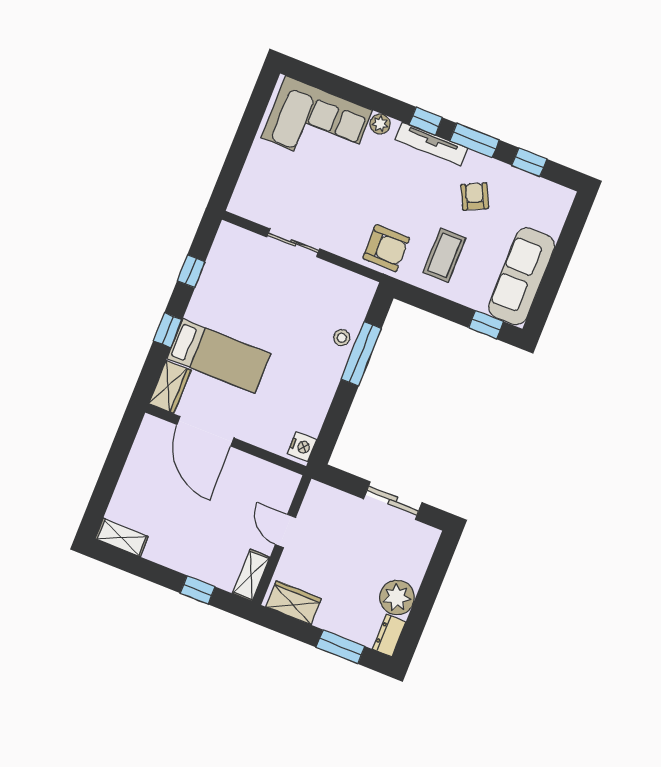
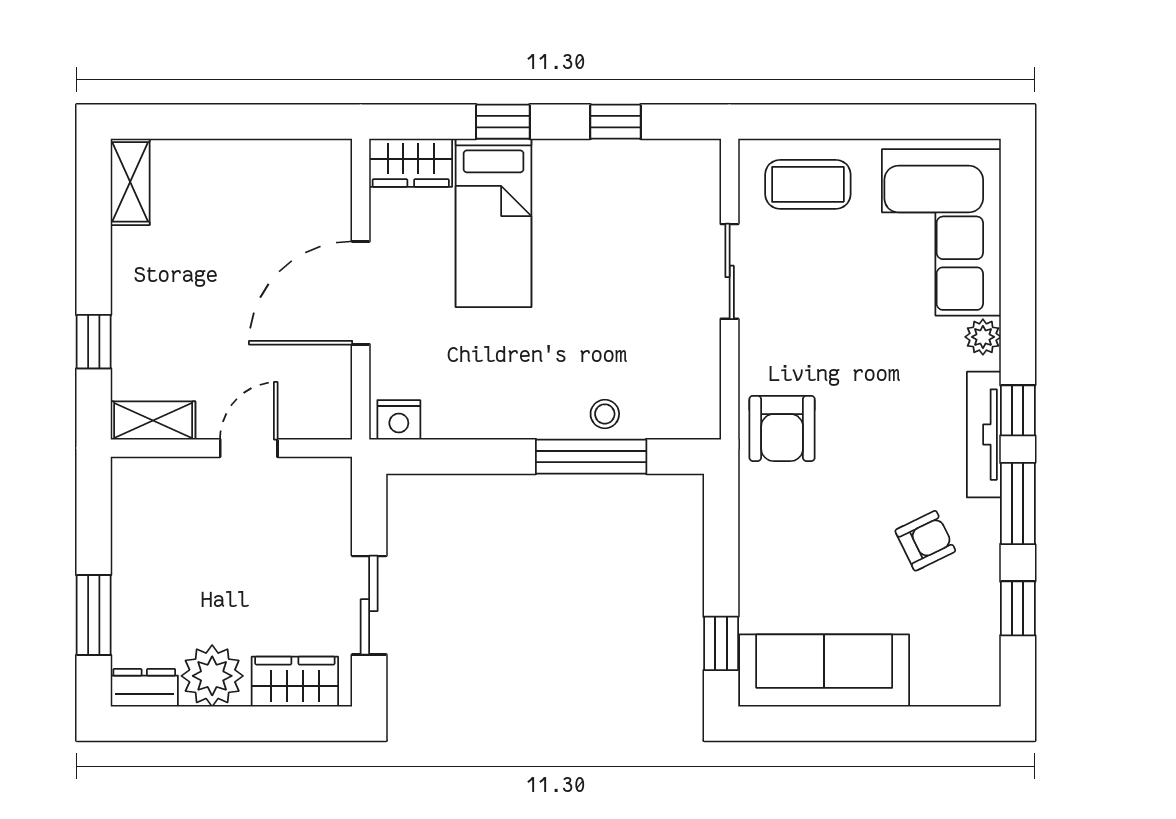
coffee table: (444, 255) -> (808, 184), moved
door: (205, 431) -> (361, 293), moved
wardrobe: (294, 603) -> (295, 682), moved, turned -90

